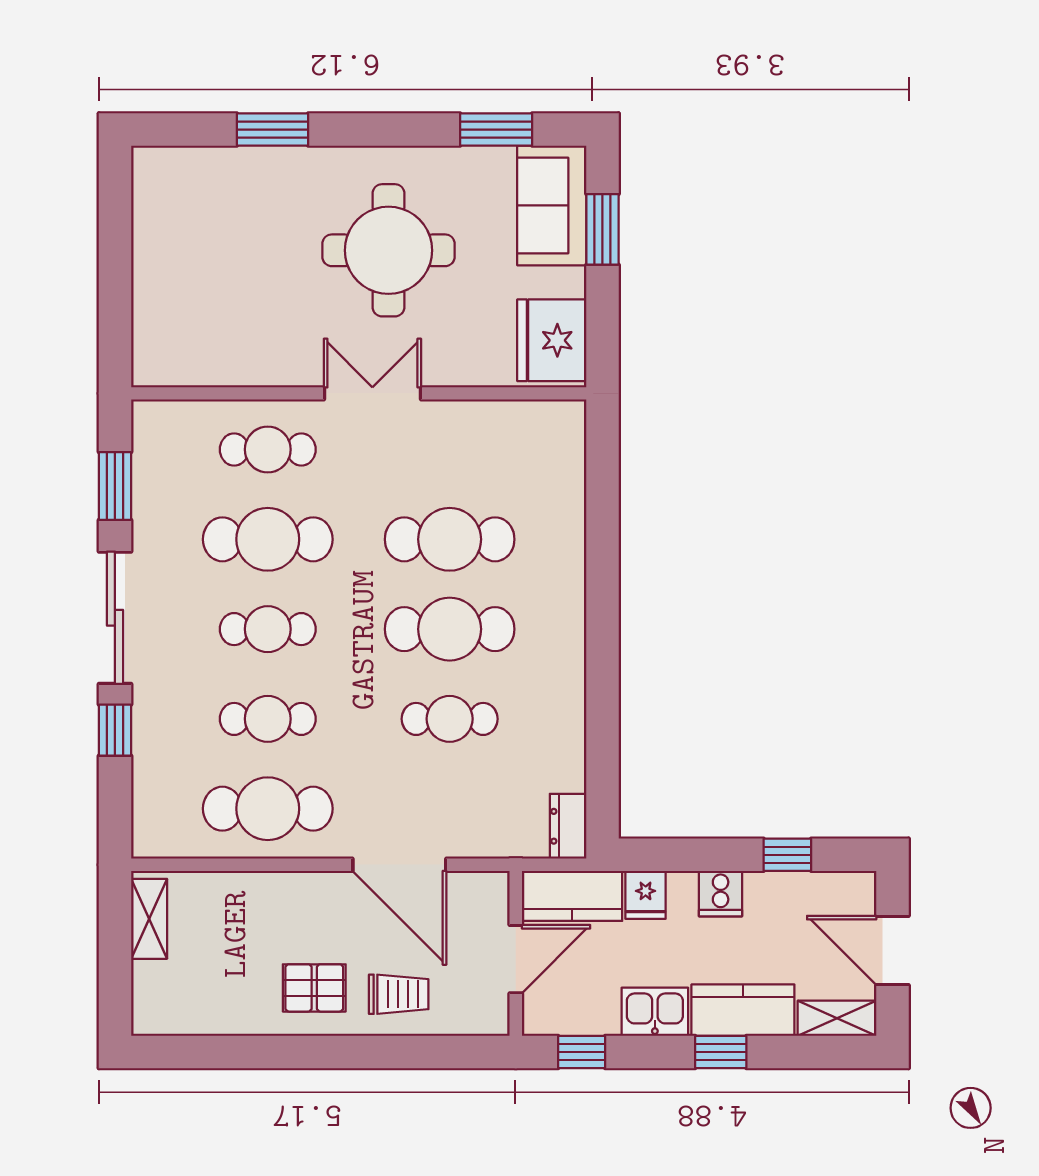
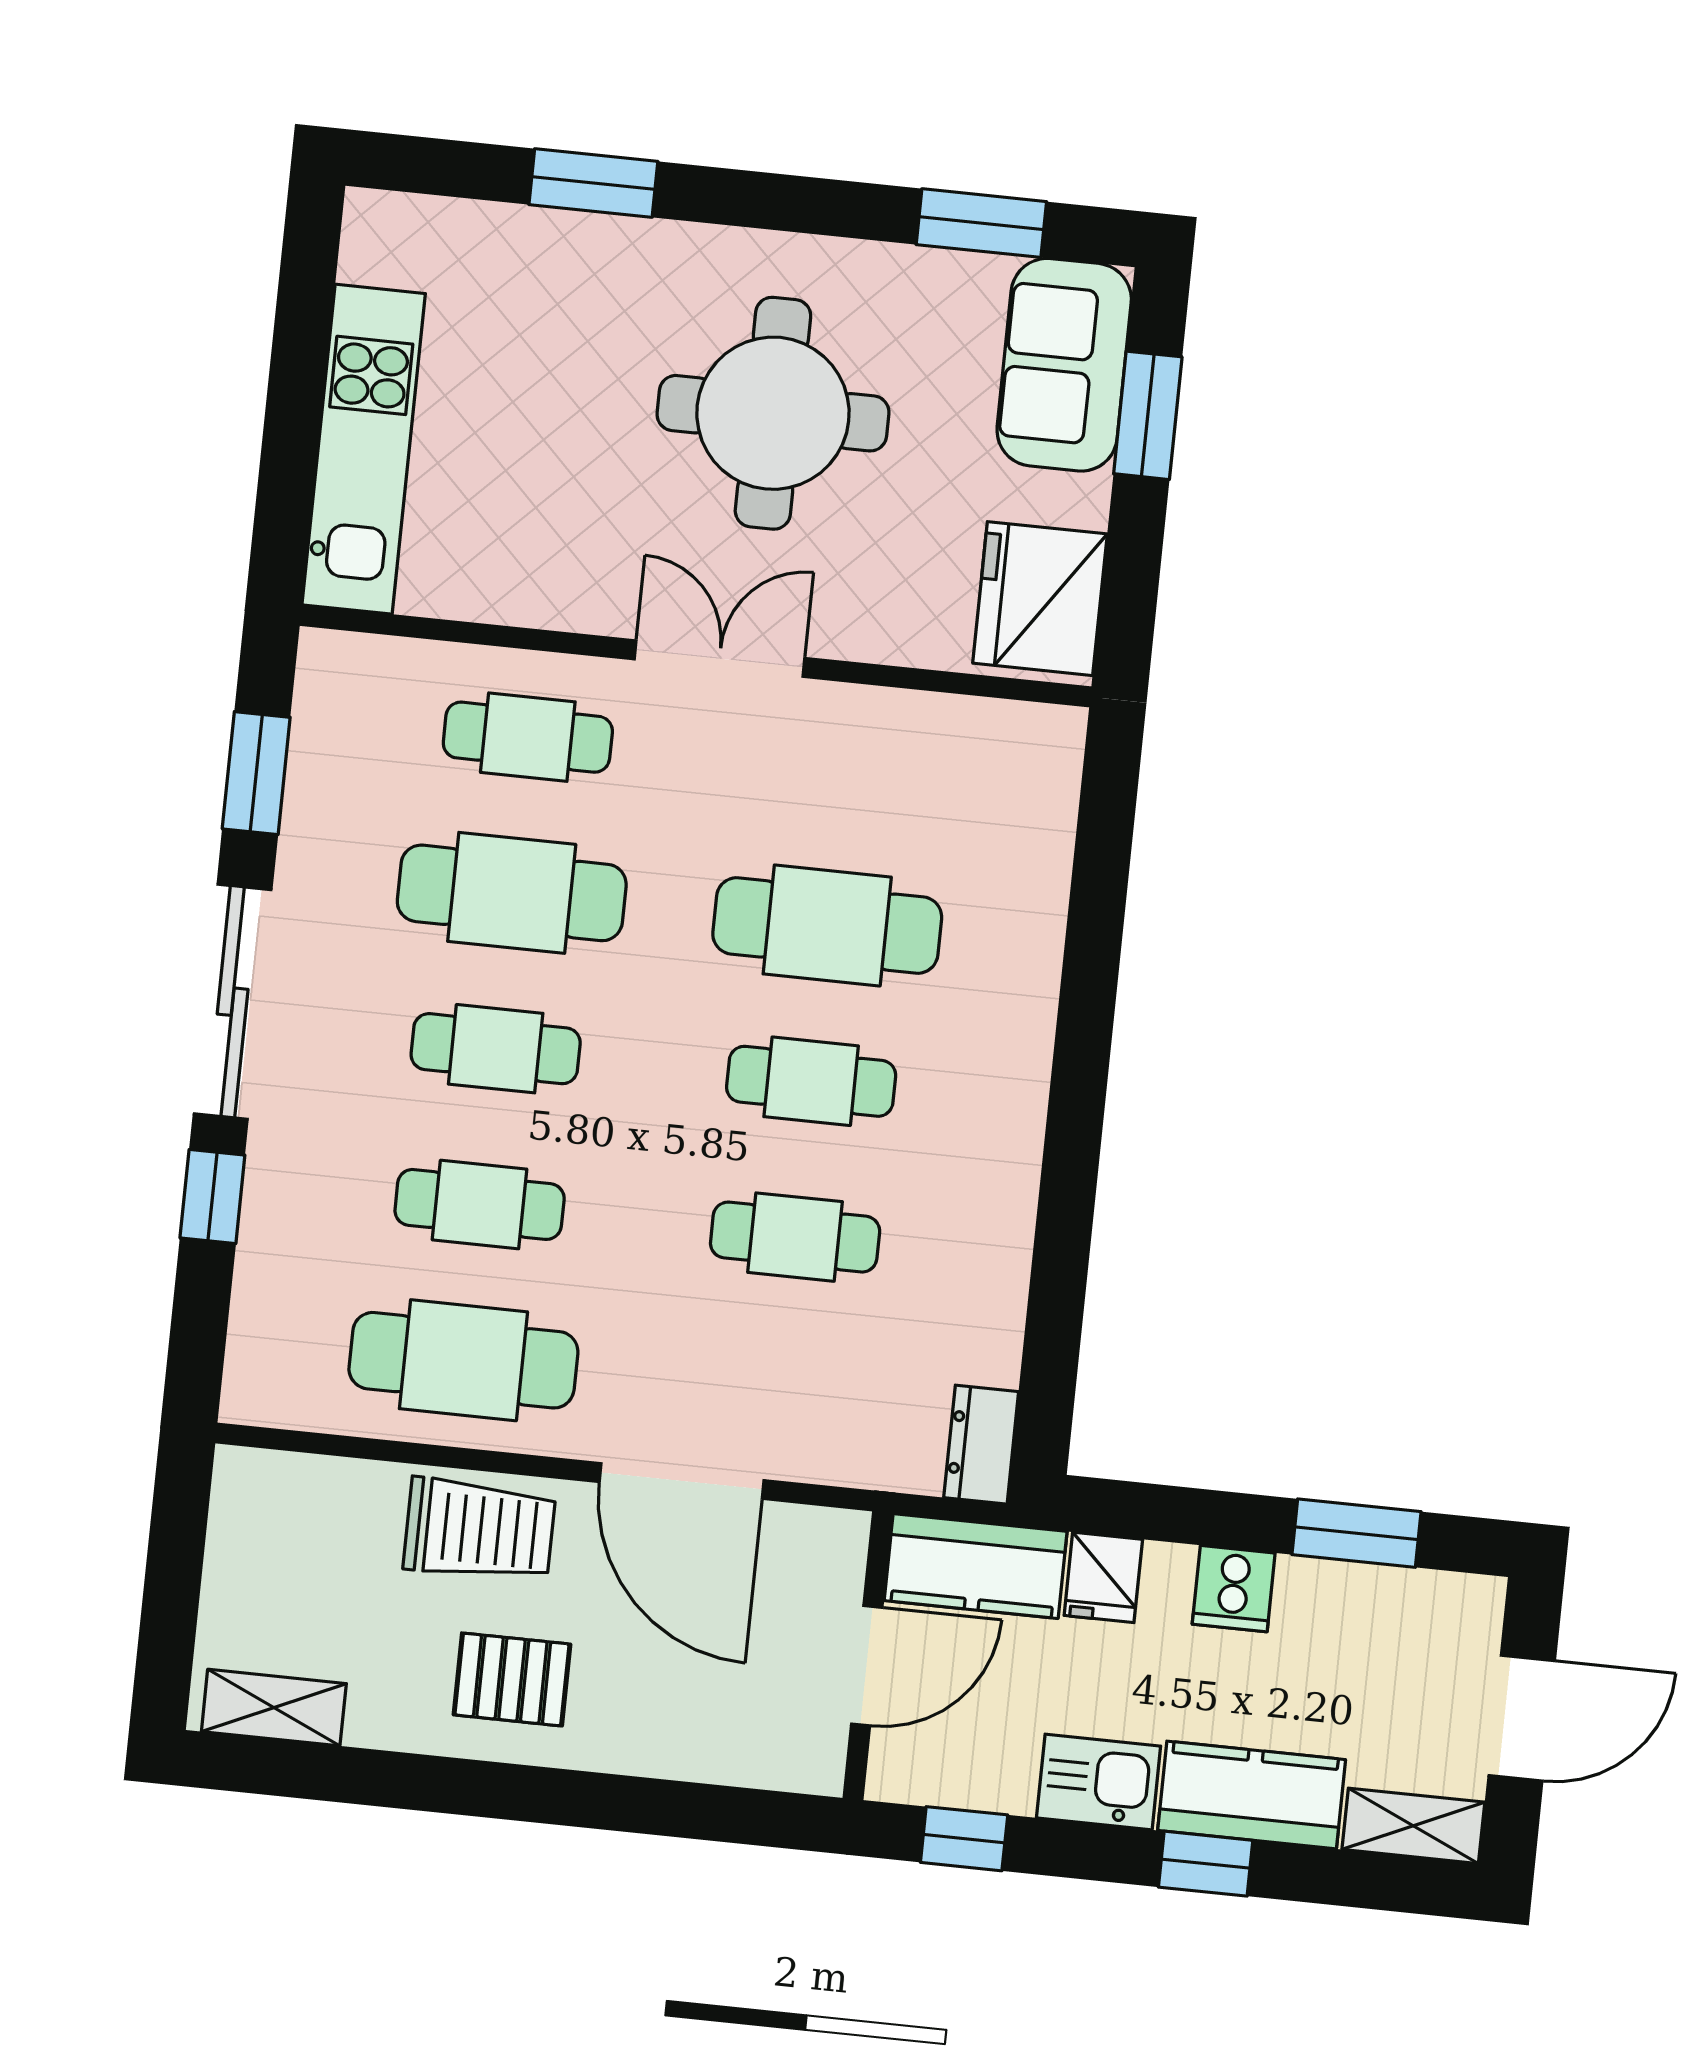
kitchen unit: (157, 295) -> (364, 449), added
cafe table: (450, 629) -> (811, 1081), width x0.73, depth x0.74
window: (787, 855) -> (1357, 1533), width x1.50
shelving: (149, 919) -> (274, 1708), moved, turned 90
door: (892, 950) -> (1522, 1718), swing flipped
trolley: (399, 994) -> (479, 1530), moved, width x1.36, depth x1.39

